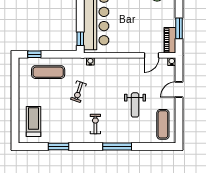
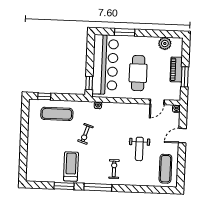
cafe table: (131, 26) -> (138, 73), added
piano: (170, 40) -> (176, 70), moved
treadmill: (34, 122) -> (71, 166), moved
exercise bike: (95, 124) -> (114, 169), moved
window: (117, 146) -> (98, 187), moved

